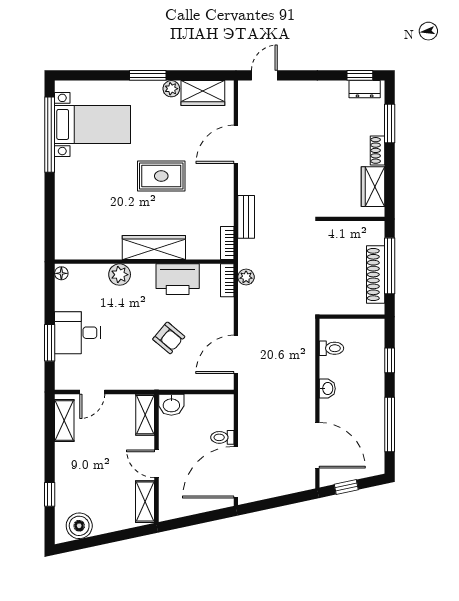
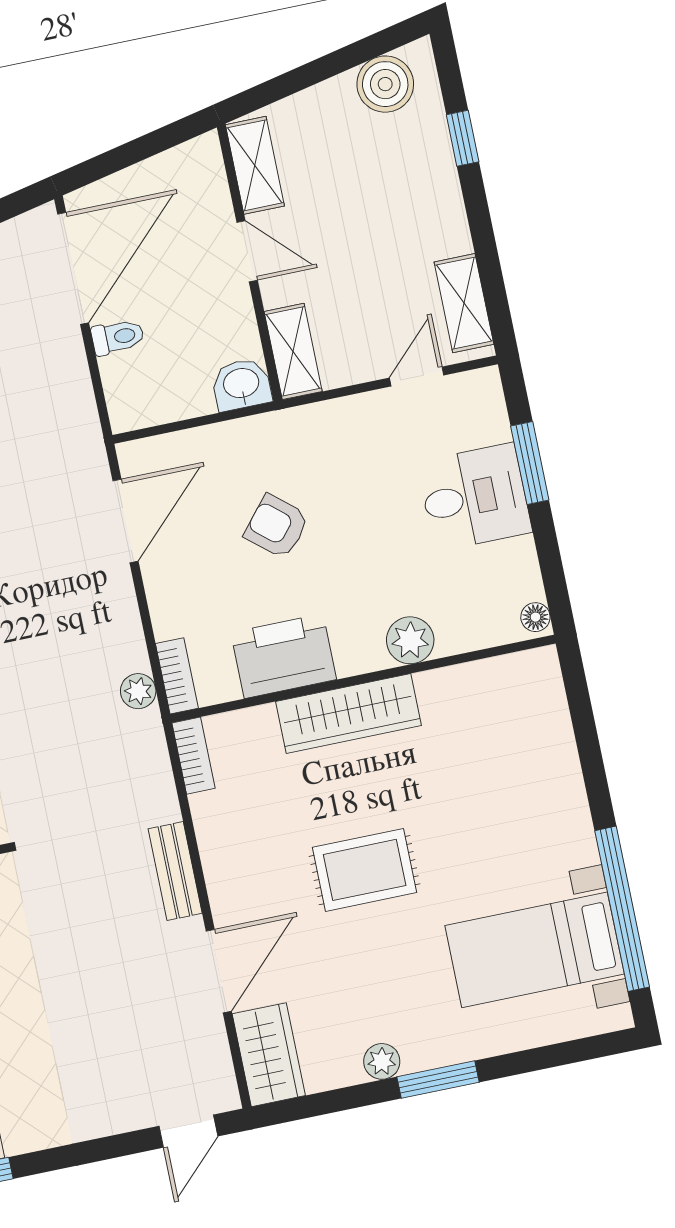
wardrobe: (203, 93) -> (269, 1055), moved, turned 90
bench: (246, 217) -> (175, 871), moved

